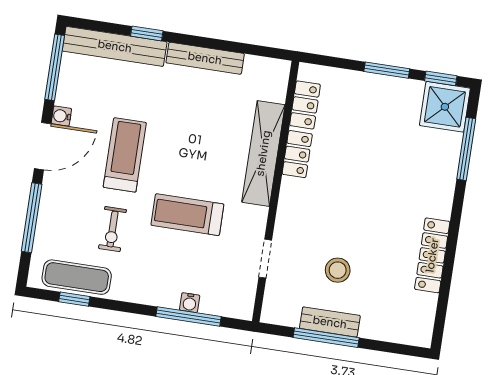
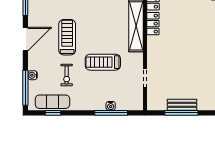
water cooler: (61, 116) -> (33, 75), moved
window: (32, 218) -> (25, 88), moved
stool: (338, 270) -> (182, 78), removed

